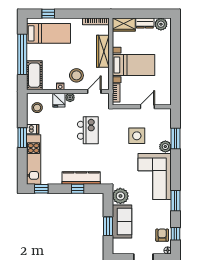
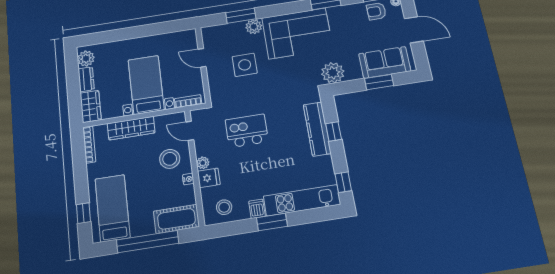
sofa: (122, 221) -> (385, 62), moved

